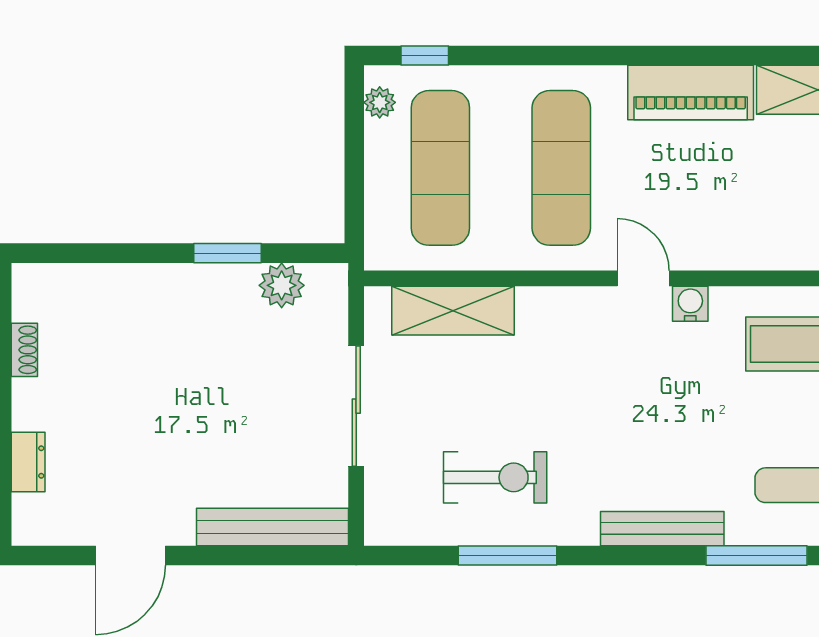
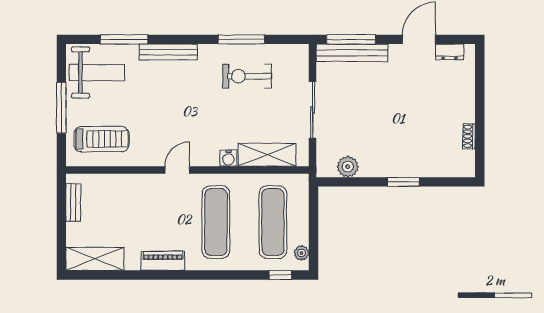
piano: (691, 92) -> (163, 261), width x0.73, depth x0.75
window: (228, 253) -> (403, 182), moved
door: (643, 278) -> (177, 170), swing flipped
water cooler: (690, 304) -> (228, 158), moved
dresser: (28, 462) -> (450, 52), moved, turned -90
window: (275, 555) -> (351, 39), added

